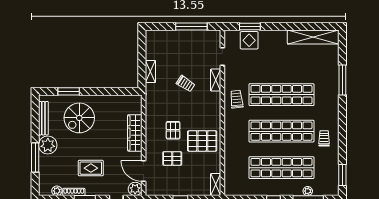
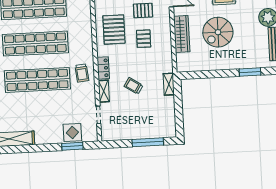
window: (191, 27) -> (148, 142), moved
shelving: (150, 72) -> (169, 84), moved
locker: (215, 103) -> (103, 68), added
spiral stairs: (79, 118) -> (218, 32), moved, turned 180
pallet: (202, 141) -> (114, 30), turned 90

